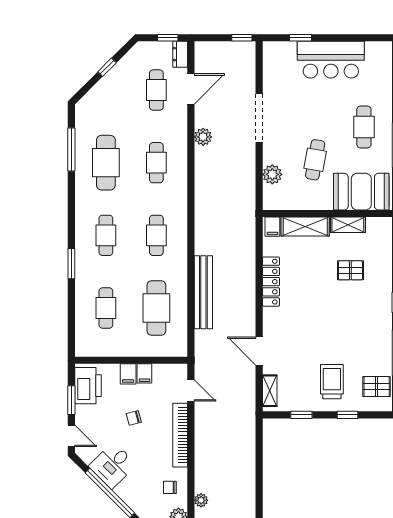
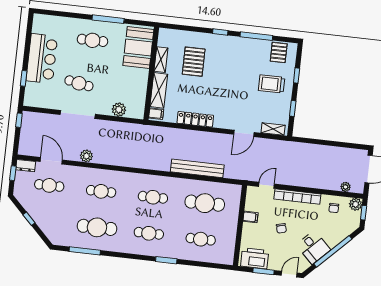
cafe table: (315, 160) -> (79, 83), moved
pallet: (350, 270) -> (194, 62), width x1.50, depth x1.42
filing cabinet: (128, 374) -> (249, 229), removed

